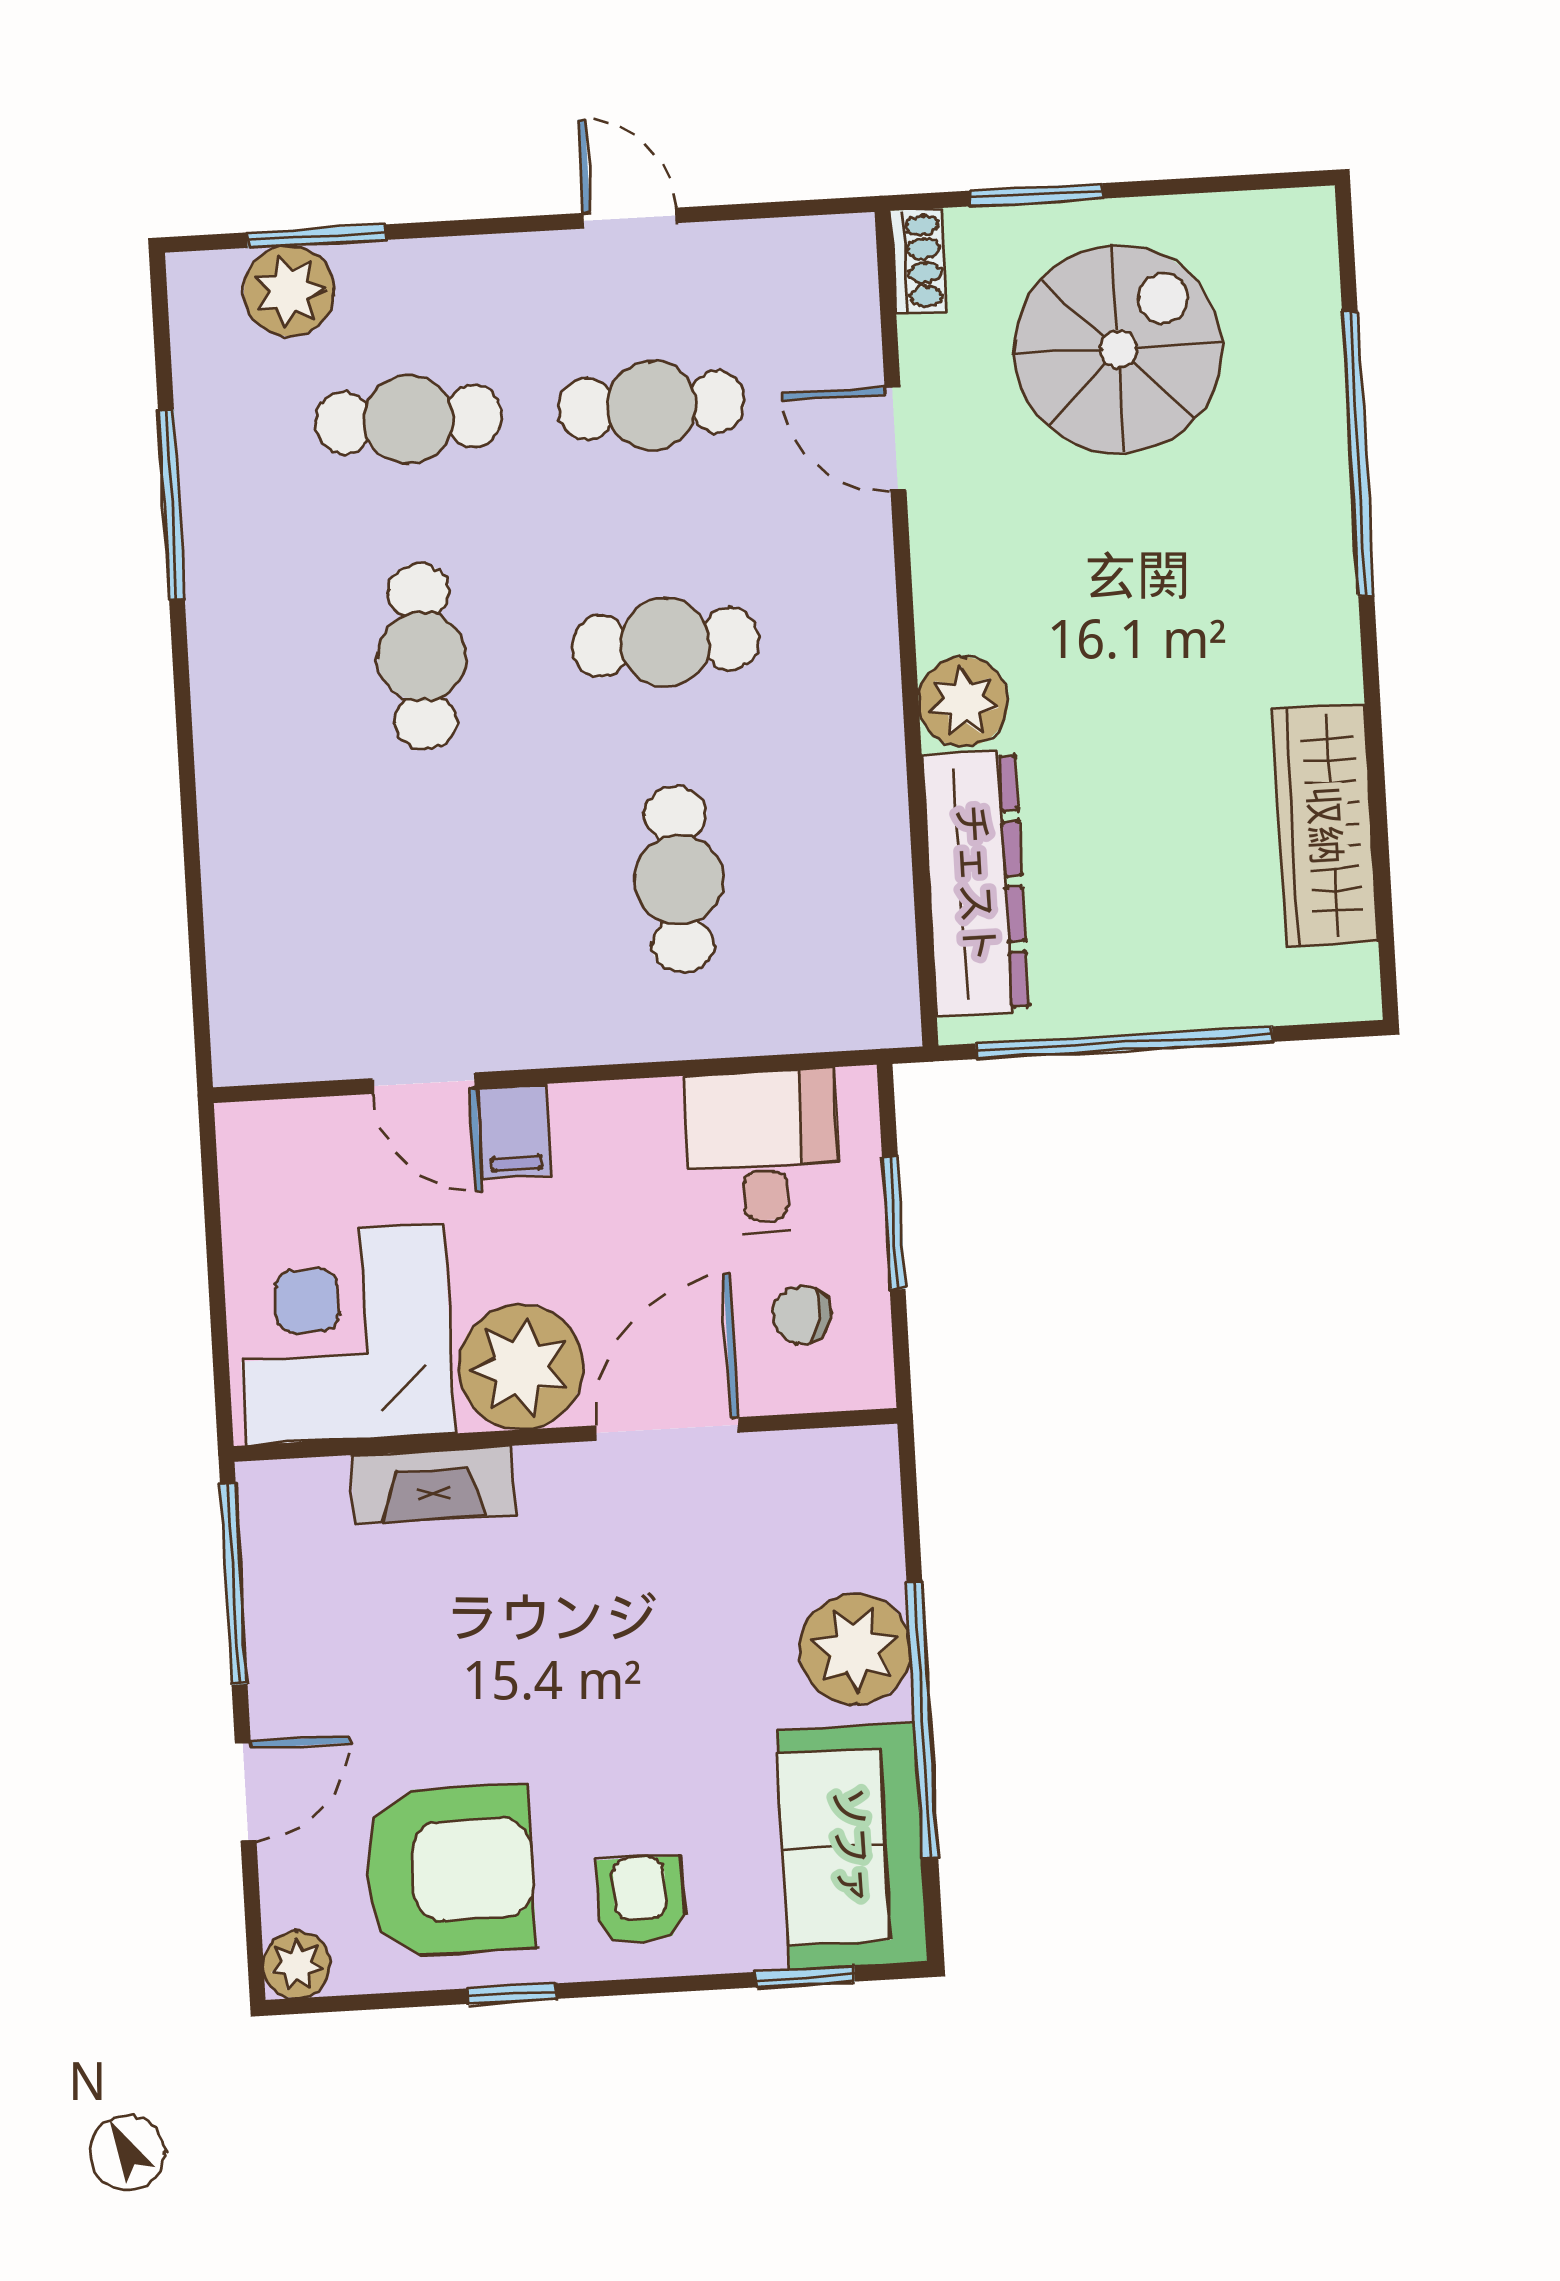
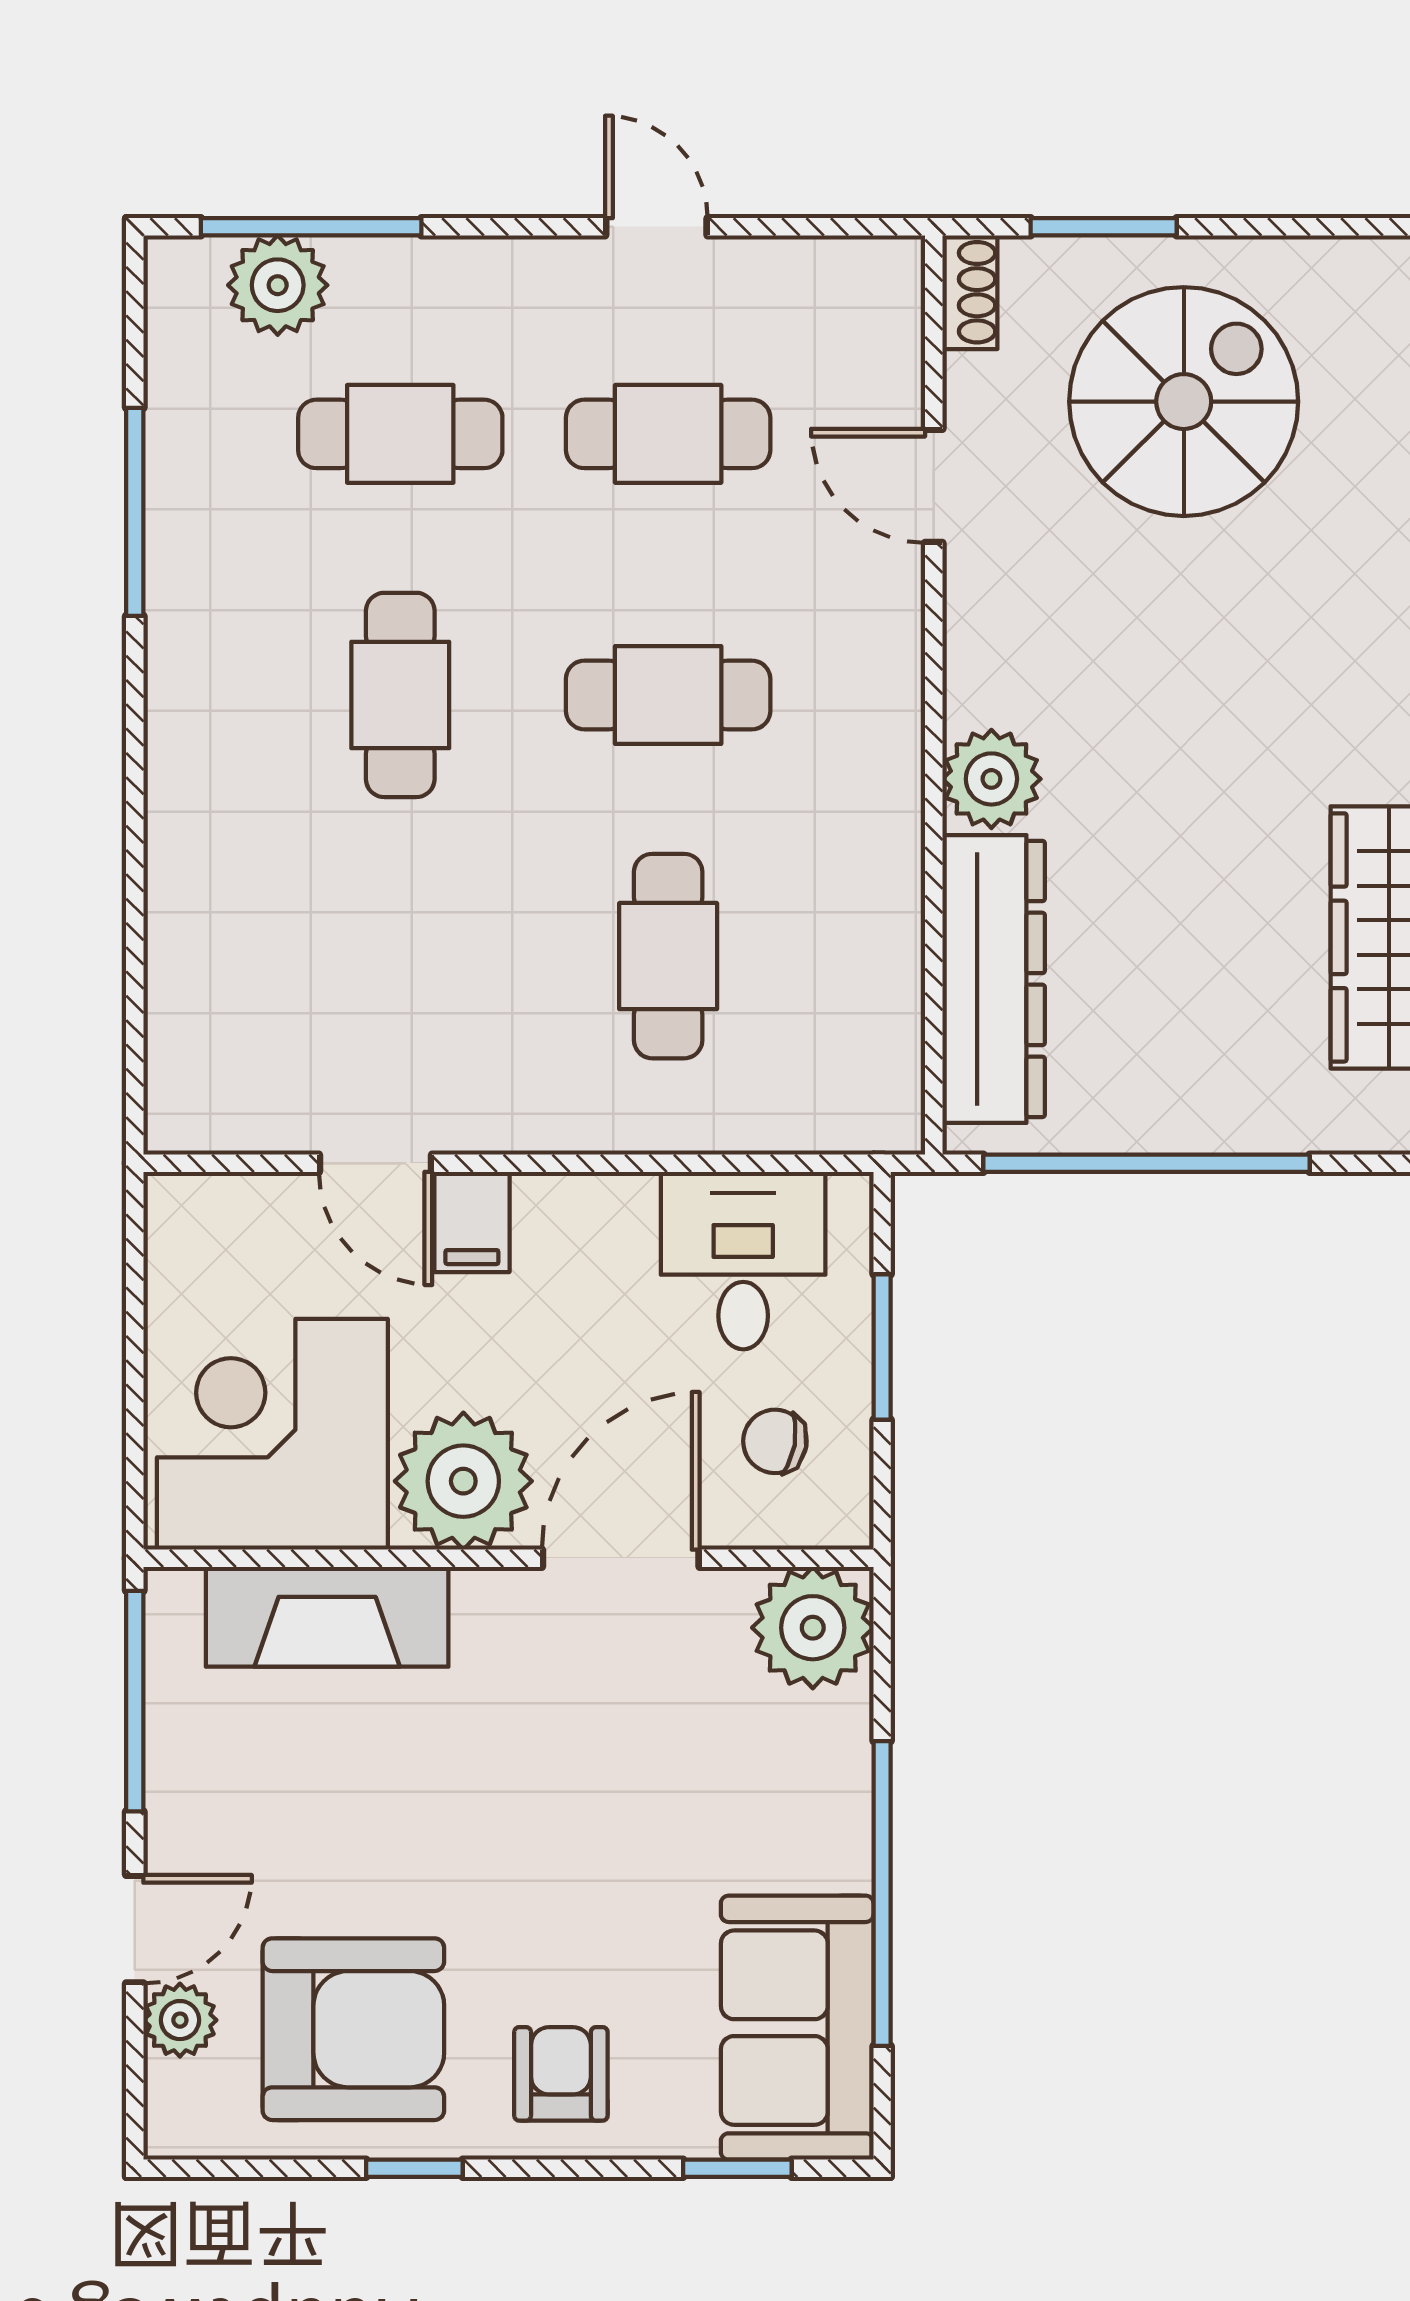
window: (317, 236) -> (311, 227), width x1.44
fireplace: (433, 1485) -> (327, 1617), width x1.37, depth x1.32
plant: (855, 1649) -> (813, 1628), moved
plant: (297, 1965) -> (180, 2020), moved

